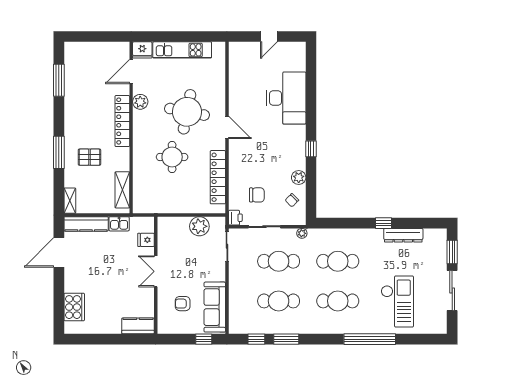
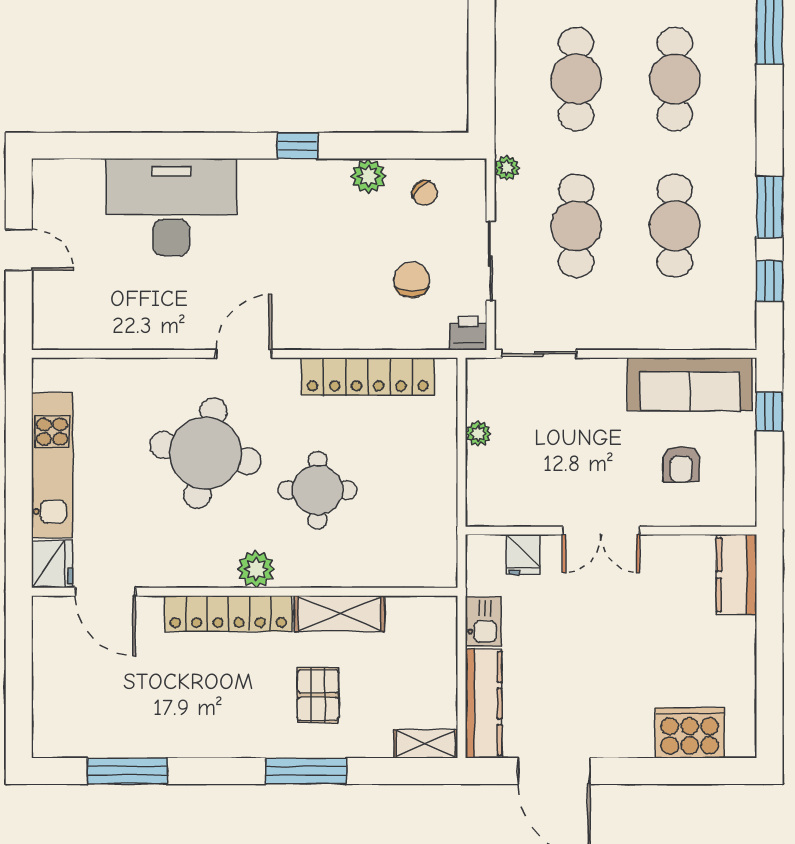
plant: (140, 102) -> (256, 569), moved
shelving: (122, 190) -> (339, 614), moved
plant: (199, 226) -> (478, 434), width x0.53, depth x0.53

